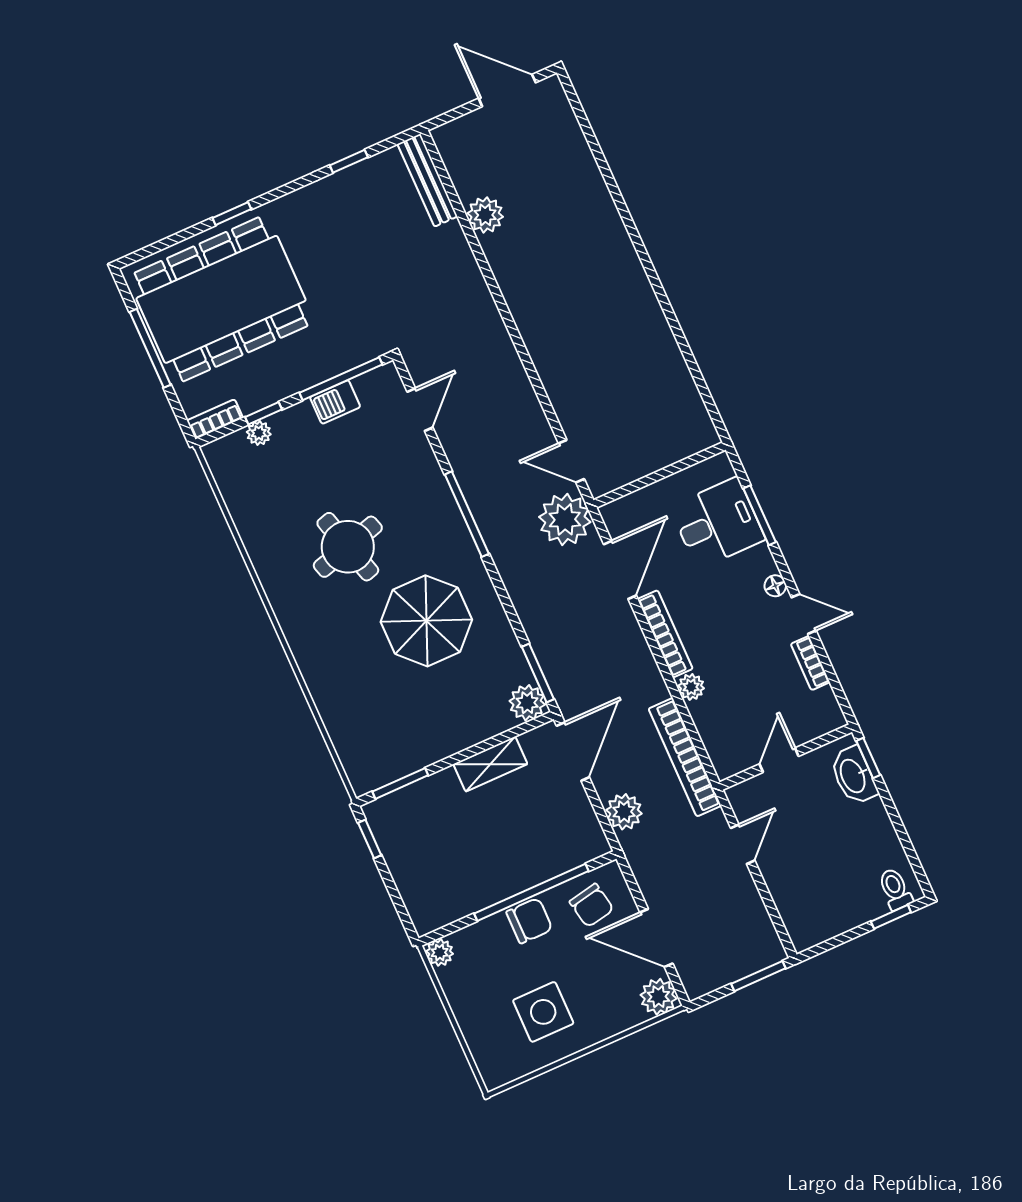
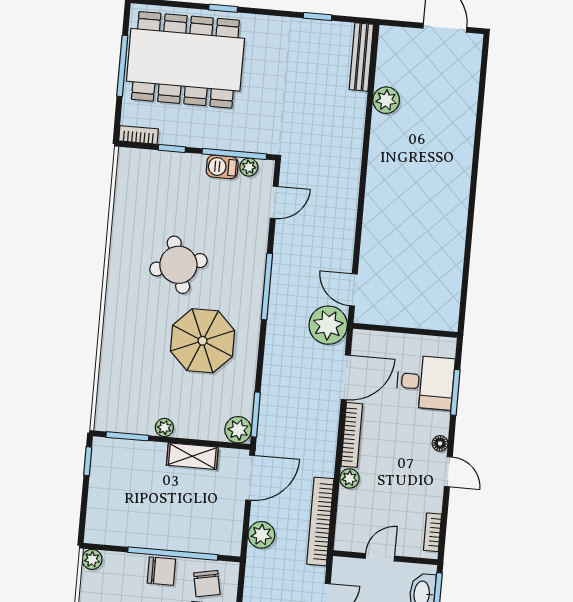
plant: (259, 433) -> (249, 167), moved
bookcase: (810, 663) -> (433, 532), moved
plant: (438, 749) -> (164, 428), added

